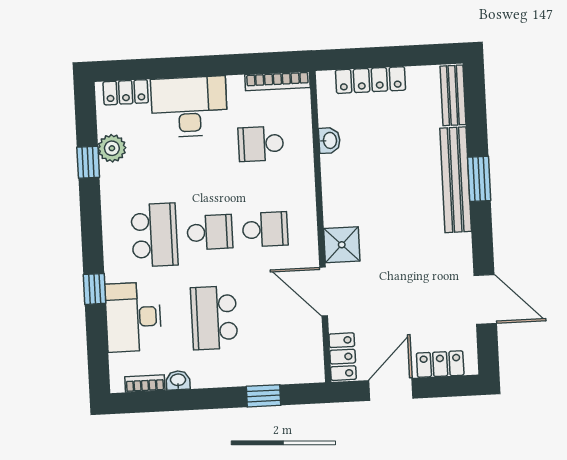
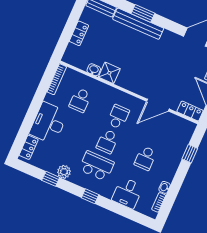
locker: (370, 80) -> (79, 33), width x0.66
plant: (112, 148) -> (64, 172), moved
school desk: (210, 232) -> (107, 141), turned 180
shower: (342, 245) -> (109, 73), moved
window: (95, 289) -> (90, 196), moved
desk: (133, 317) -> (127, 193), width x0.73
school desk: (214, 318) -> (145, 158), width x0.54

